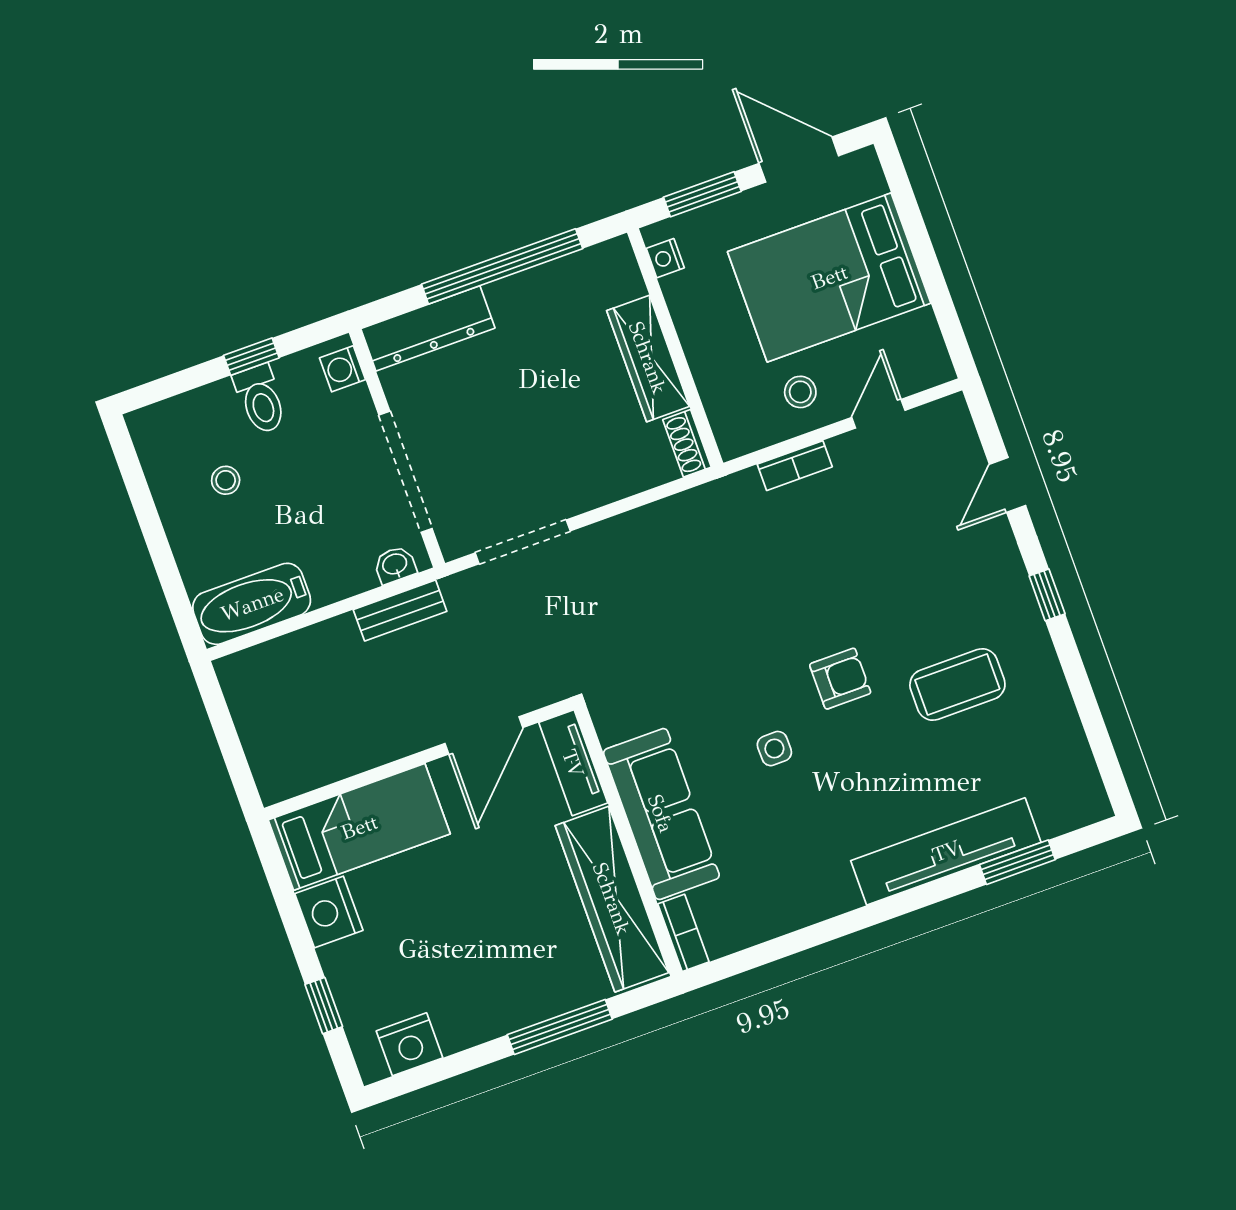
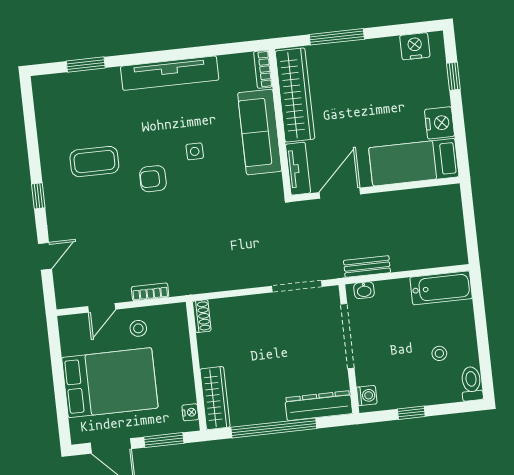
wardrobe: (648, 358) -> (215, 398), moved
toilet: (260, 399) -> (472, 384), moved
tv unit: (946, 851) -> (170, 73), moved

